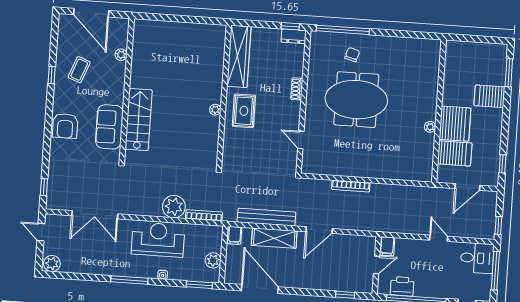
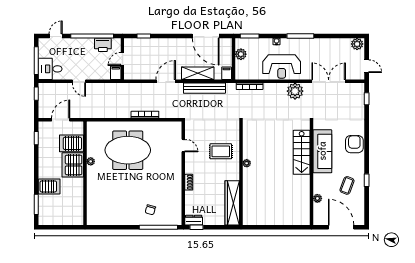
meeting table: (356, 100) -> (128, 150), moved
rug: (244, 111) -> (221, 151), moved, turned 90
sofa: (109, 127) -> (322, 151), width x1.36
plant: (174, 207) -> (295, 91), moved

